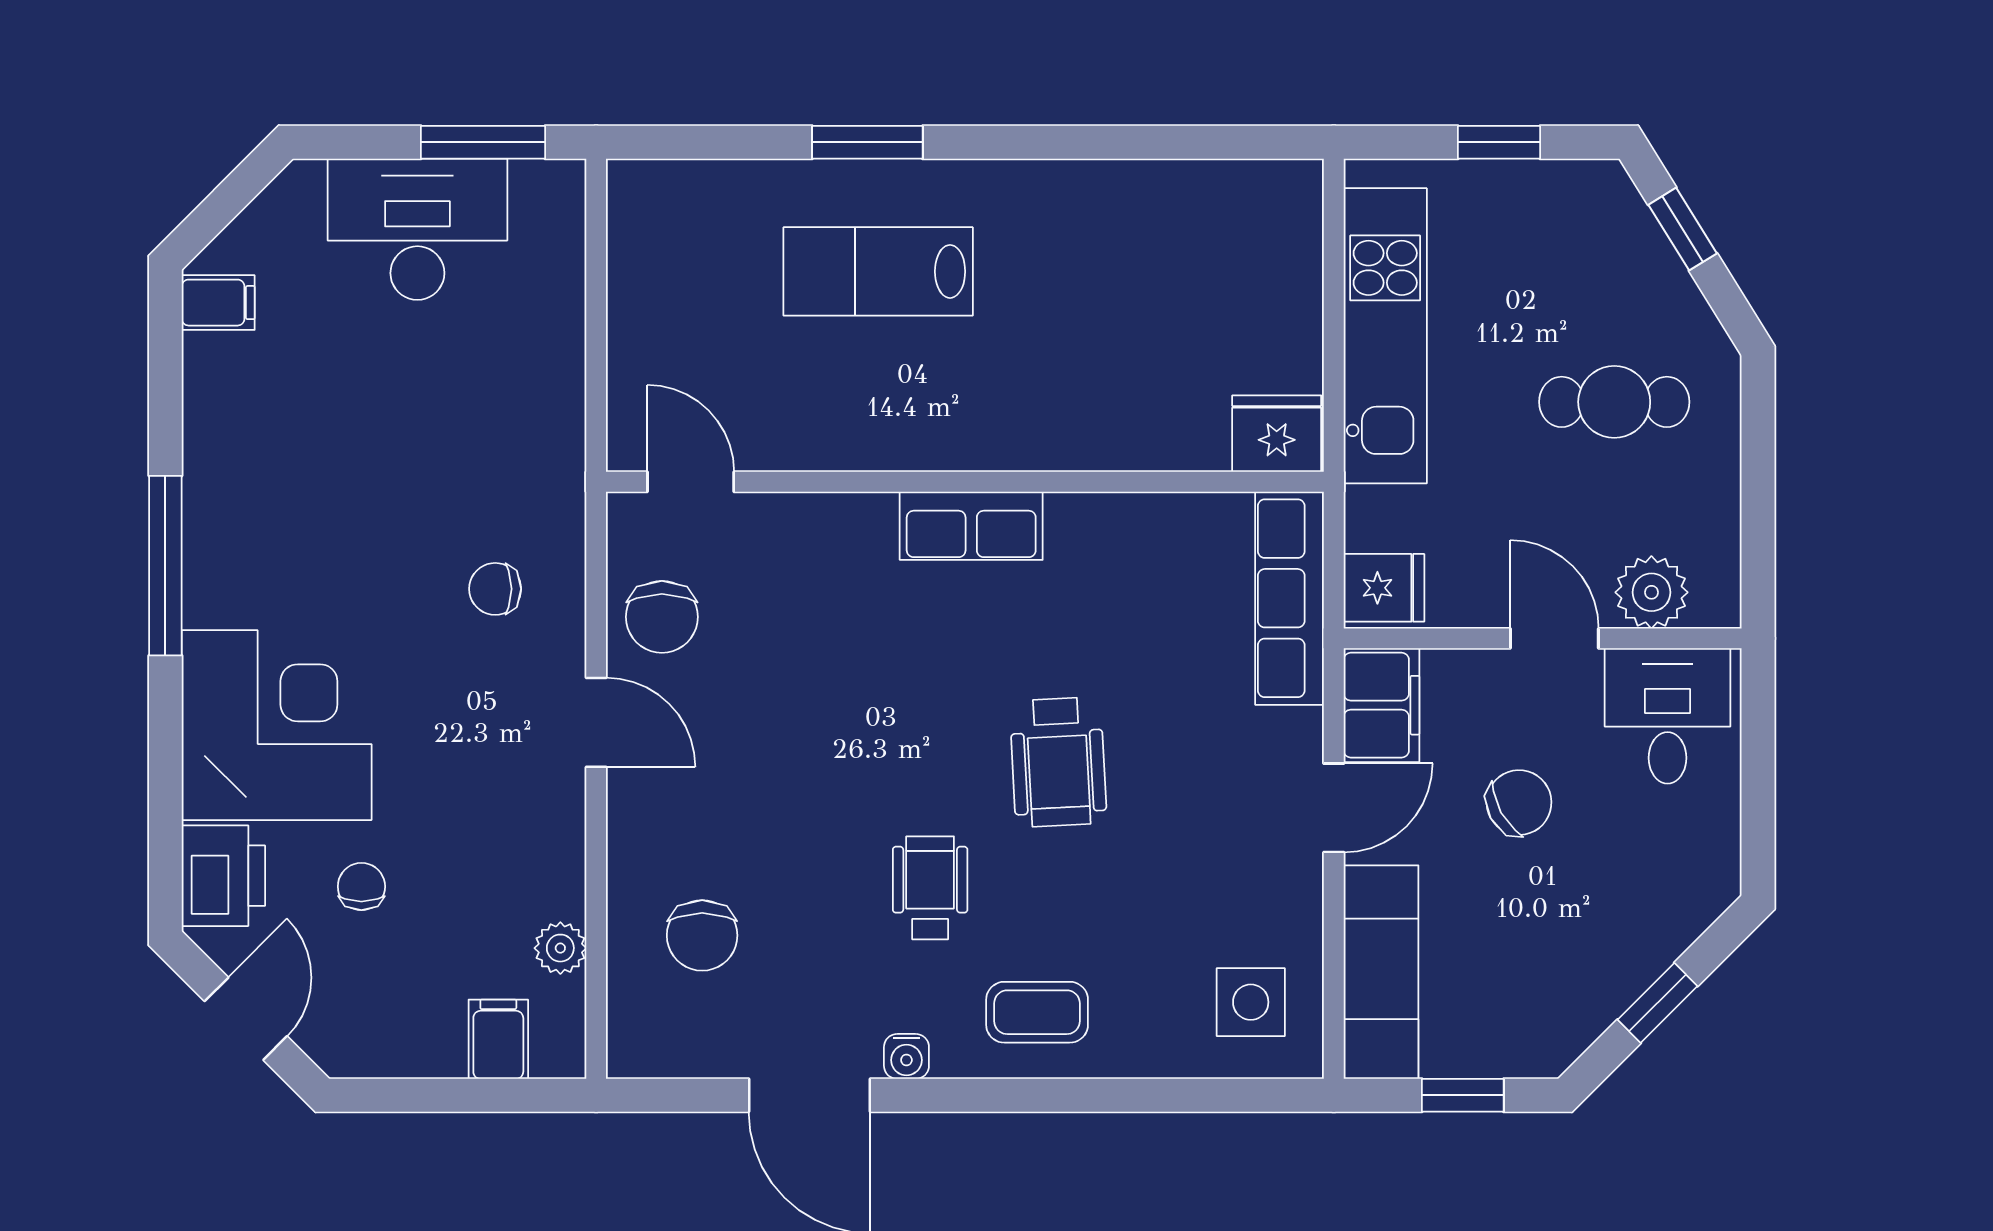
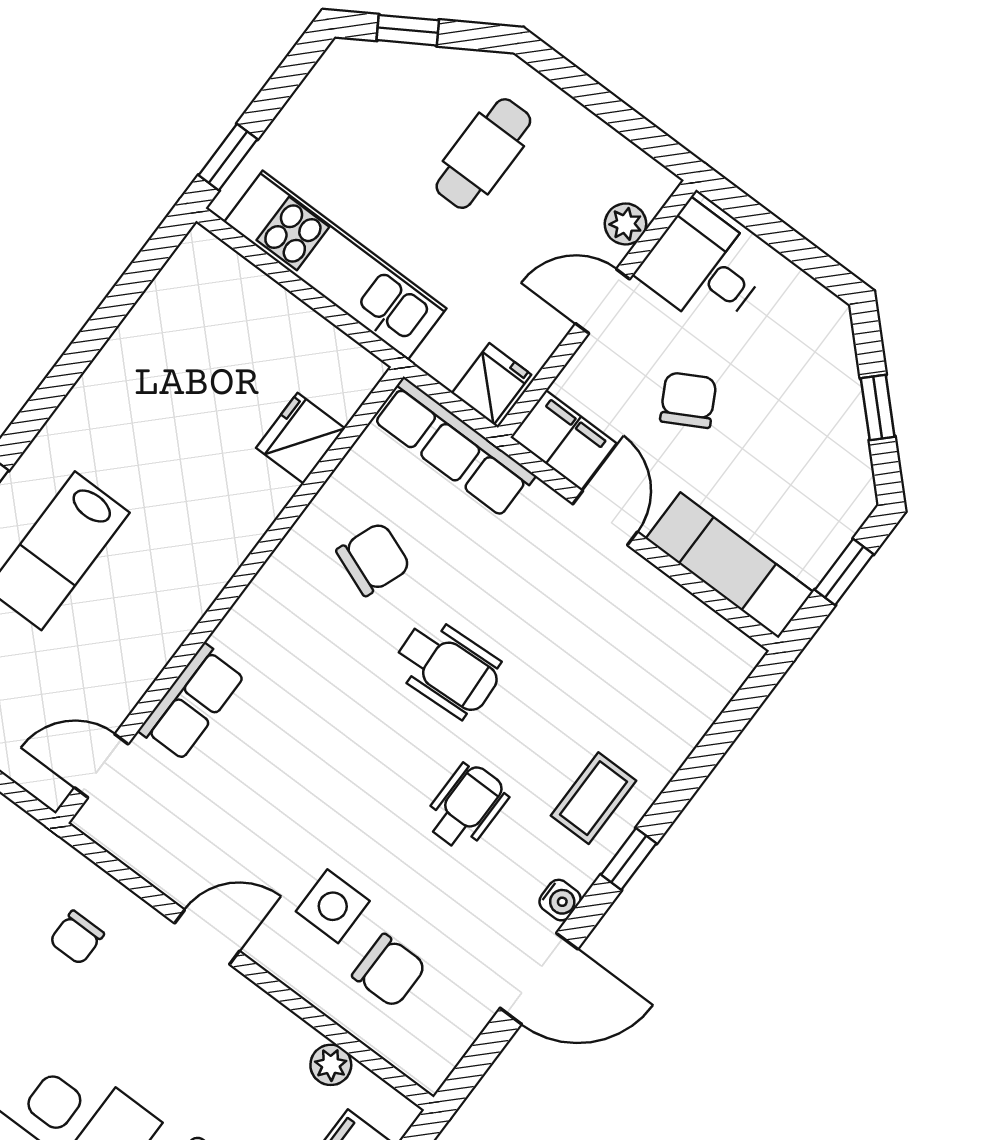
window: (1499, 142) -> (228, 157), moved
fridge: (1277, 434) -> (301, 438), moved
row of seats: (971, 526) -> (192, 702), moved
plant: (1651, 592) -> (625, 224), width x0.73, depth x0.73
chair: (662, 617) -> (374, 559), moved, turned -69
wheelchair: (930, 888) -> (466, 807), turned 90
side table: (1251, 1002) -> (333, 906), moved
window: (1002, 1095) -> (629, 859), added

